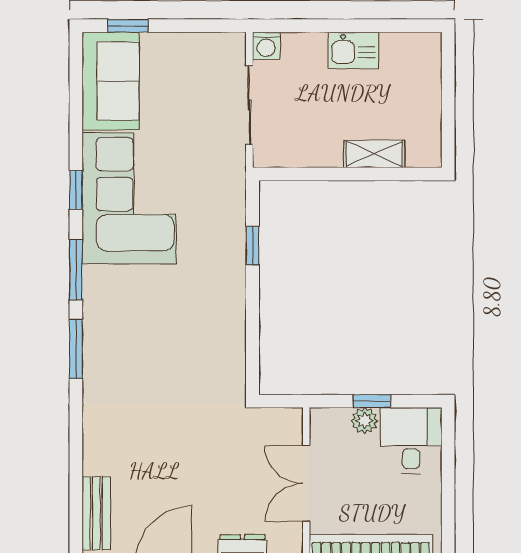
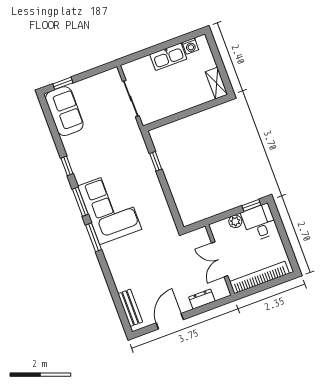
washing machine: (266, 46) -> (190, 46), moved
kitchen sink: (353, 50) -> (168, 57), width x1.38
shelving: (374, 154) -> (216, 83), moved, turned 90
corner sofa: (129, 198) -> (110, 208), moved
window: (372, 401) -> (251, 205), moved

